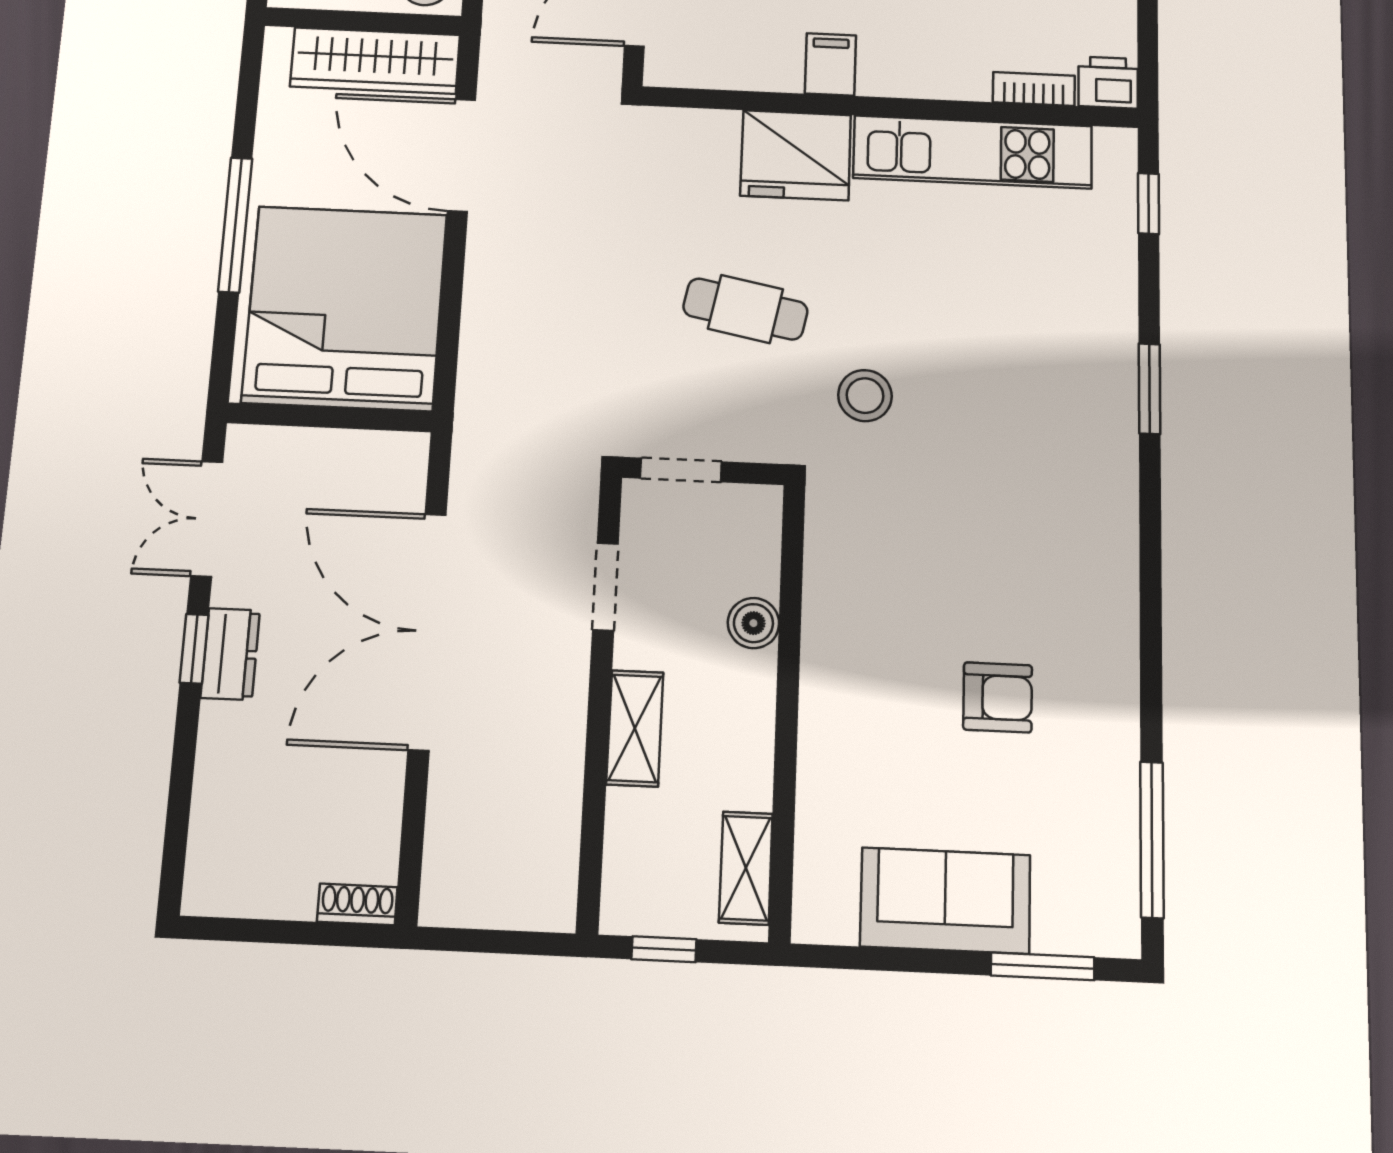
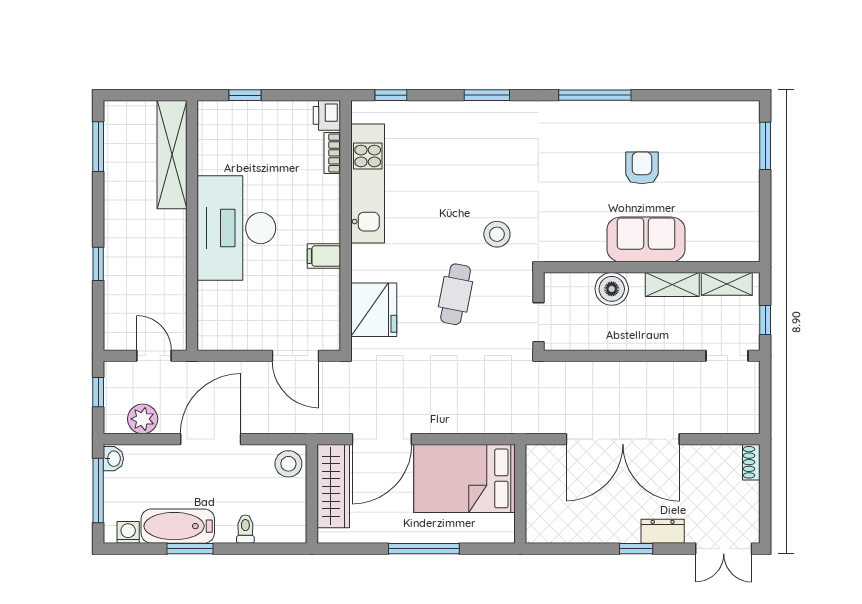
fridge: (796, 155) -> (374, 310), moved
bed: (345, 308) -> (464, 478), width x0.73
double door: (207, 519) -> (724, 549), moved
doorway: (605, 587) -> (727, 356), moved
boiler: (753, 623) -> (612, 289), width x1.36, depth x1.36
dresser: (230, 654) -> (663, 531), moved
shelving: (635, 728) -> (672, 284), moved
window: (1152, 840) -> (595, 95), moved
sofa: (945, 901) -> (646, 239), moved, turned 90

